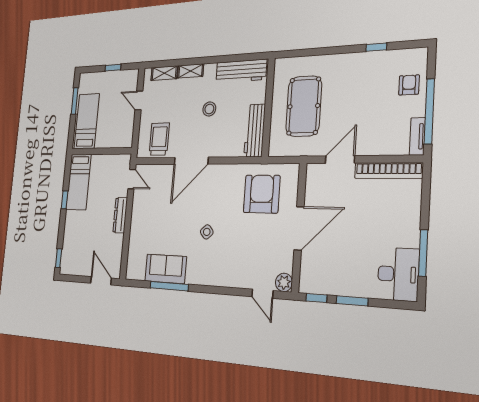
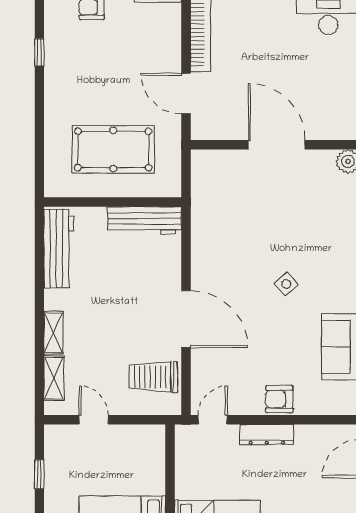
door: (139, 101) -> (94, 420), swing flipped
stool: (209, 109) -> (111, 296), removed
armchair: (262, 194) -> (279, 399), moved, width x0.53, depth x0.53

